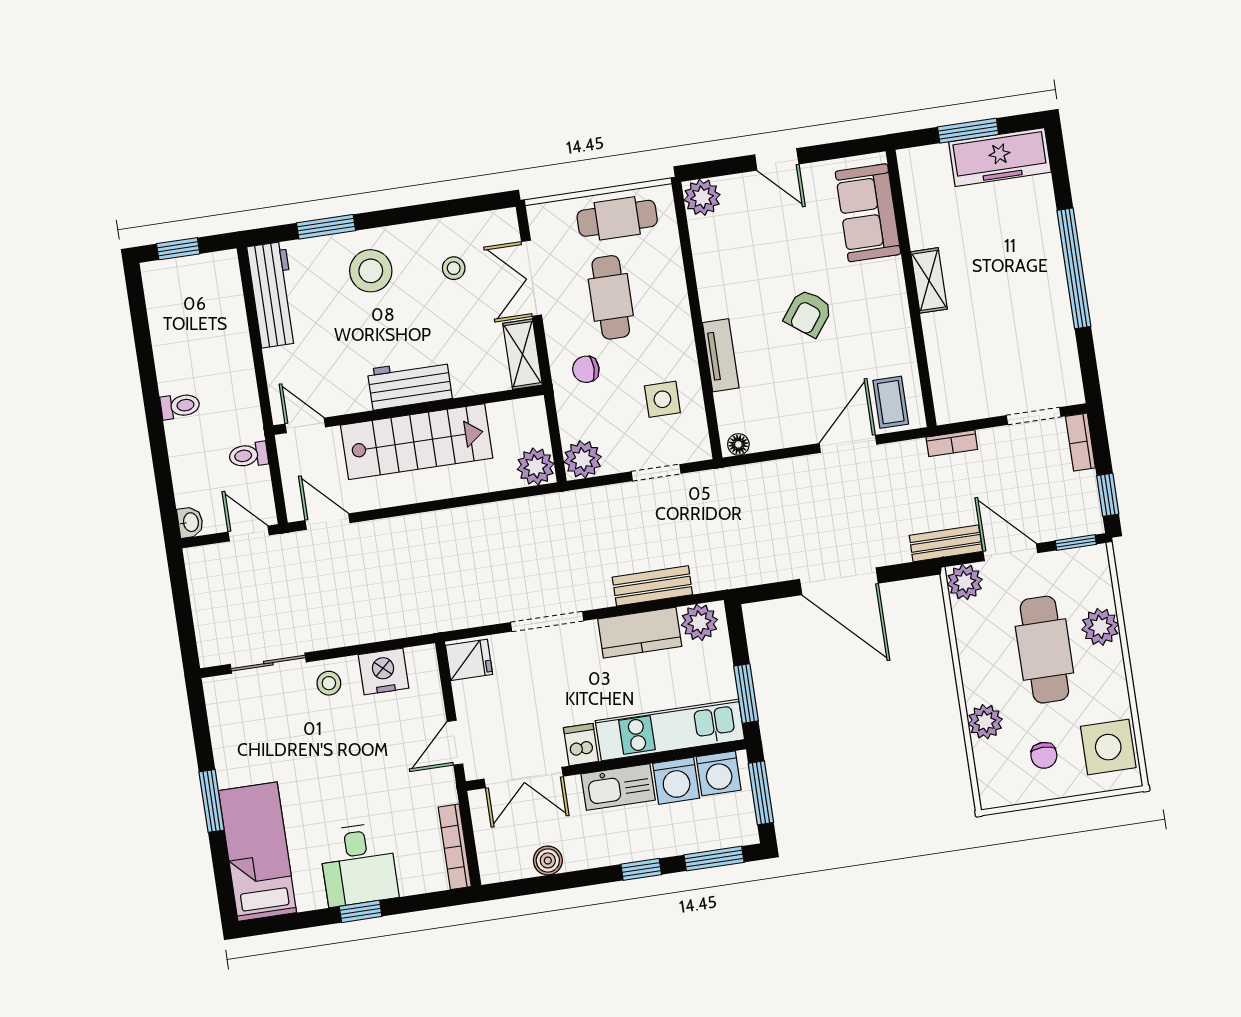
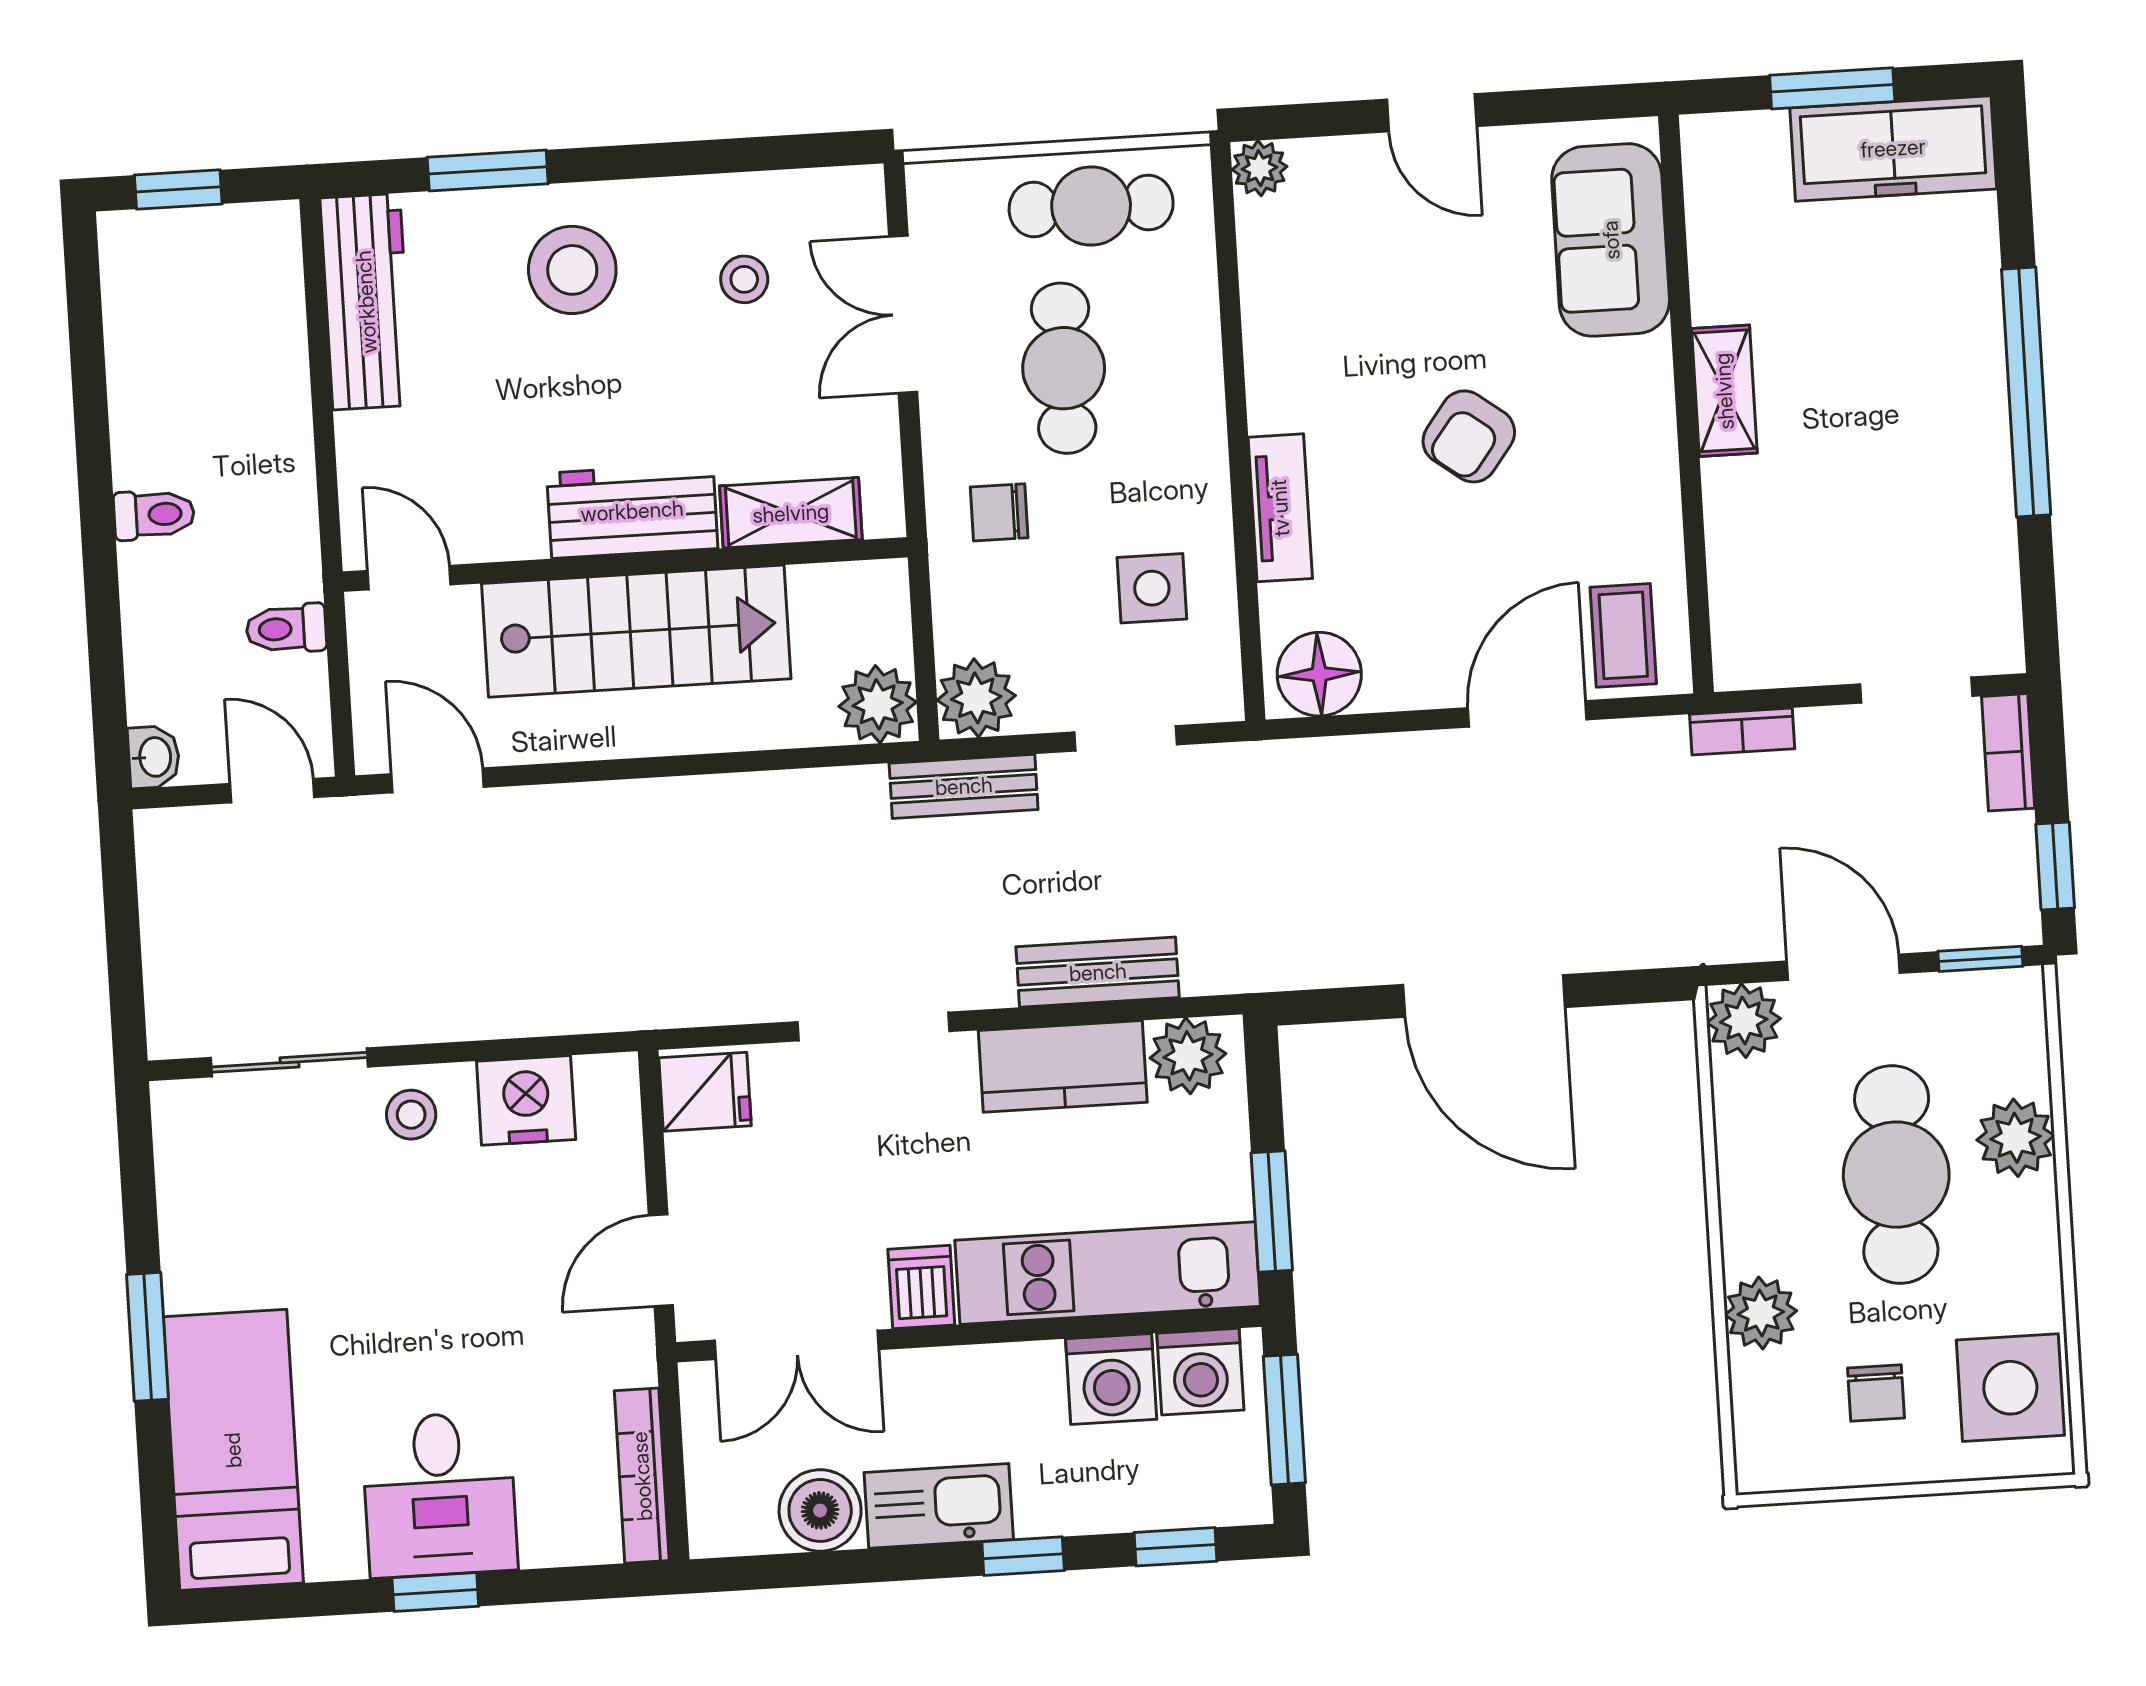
plant: (702, 197) -> (1259, 168), width x0.73, depth x0.73
shelving: (523, 354) -> (791, 513), moved, turned 90
floor lamp: (738, 444) -> (1319, 674), width x1.89, depth x1.89
bench: (946, 543) -> (964, 786), moved
kitchen sink: (618, 787) -> (939, 1506), moved, turned 180
window: (714, 859) -> (1175, 1547), width x0.67
boiler: (548, 860) -> (820, 1510), width x1.36, depth x1.36

